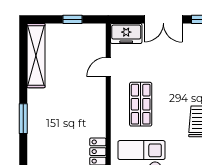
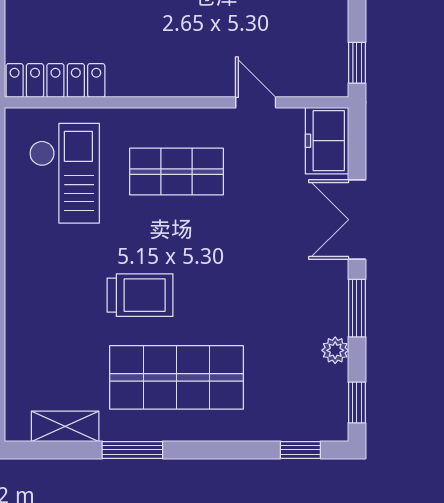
window: (73, 19) -> (357, 63), moved

